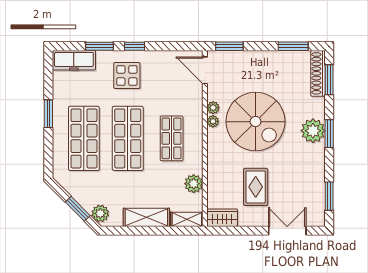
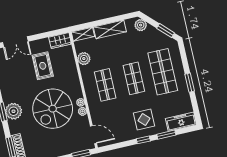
spiral stairs: (256, 122) -> (53, 109), turned -90
shop shelf: (128, 138) -> (134, 78), width x0.70, depth x0.74
window: (78, 209) -> (166, 31), moved

